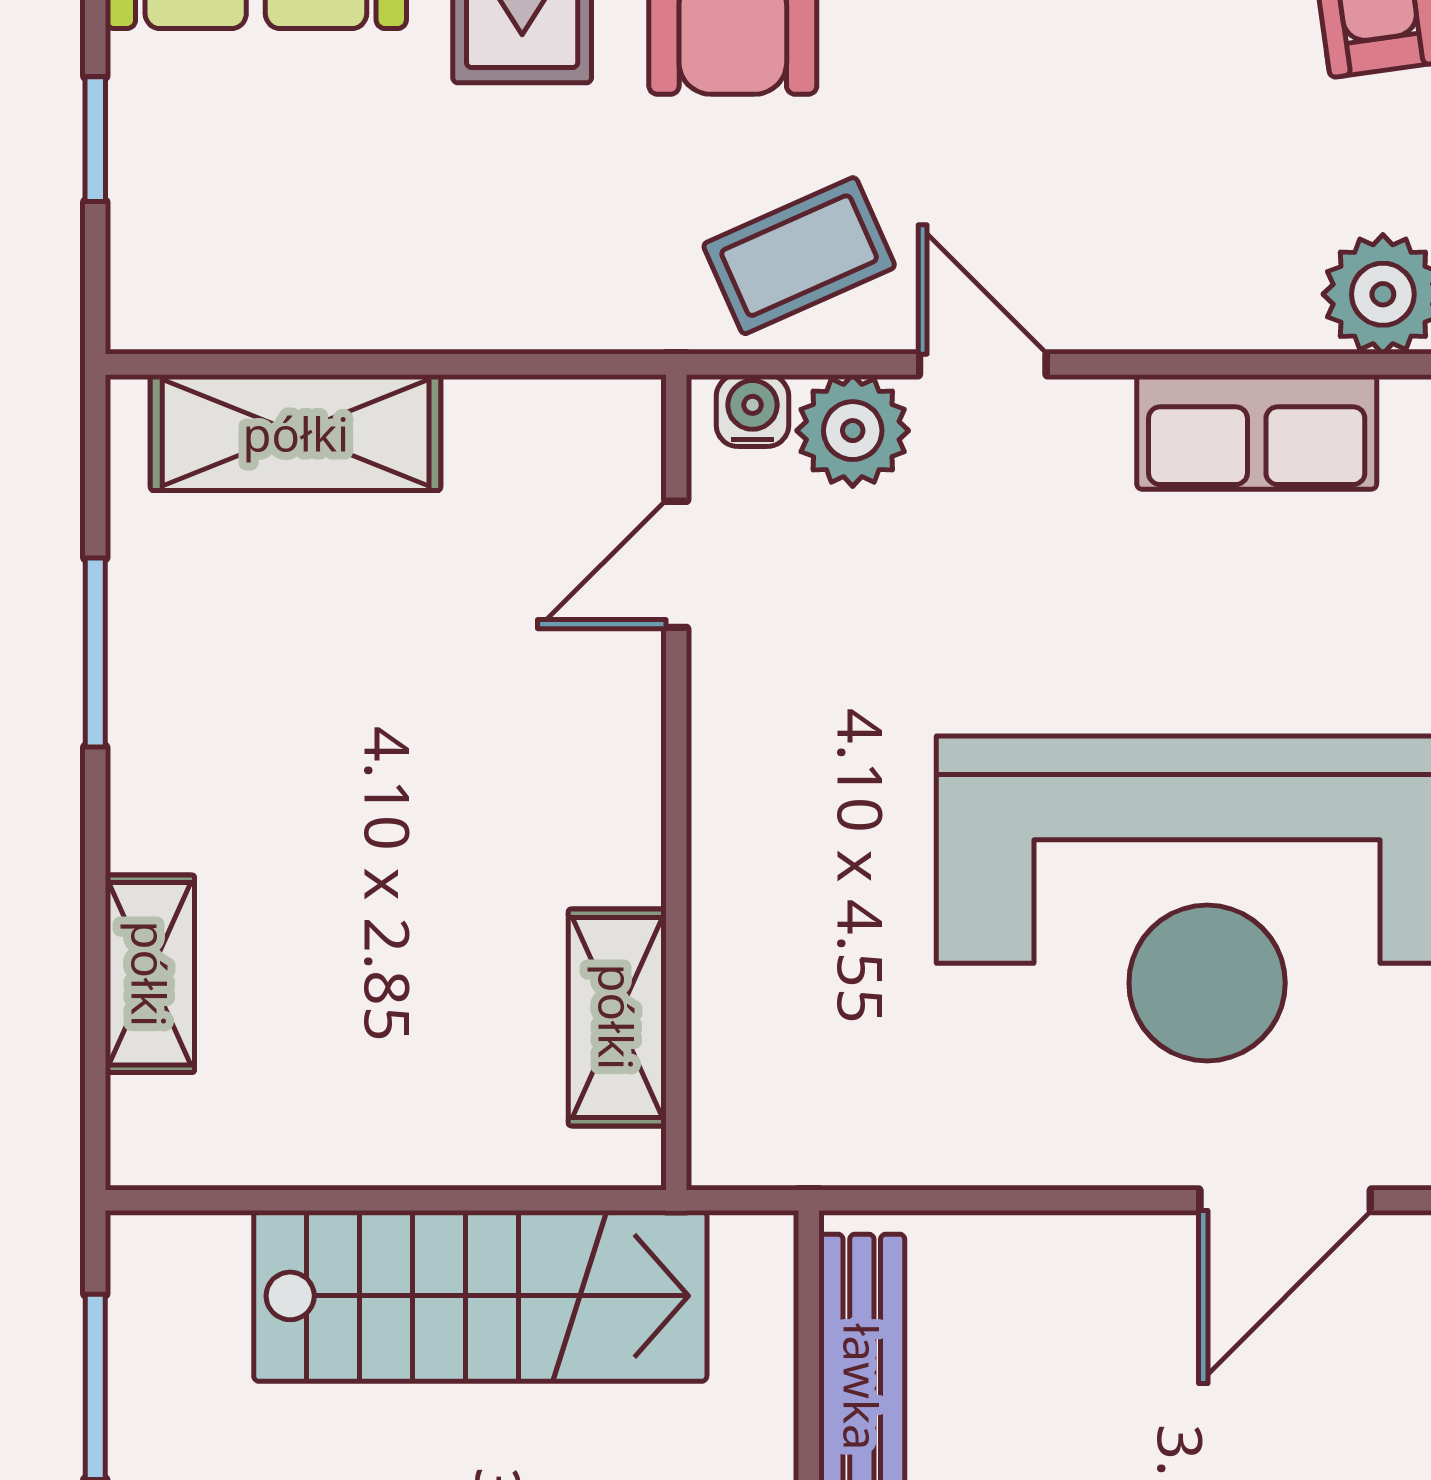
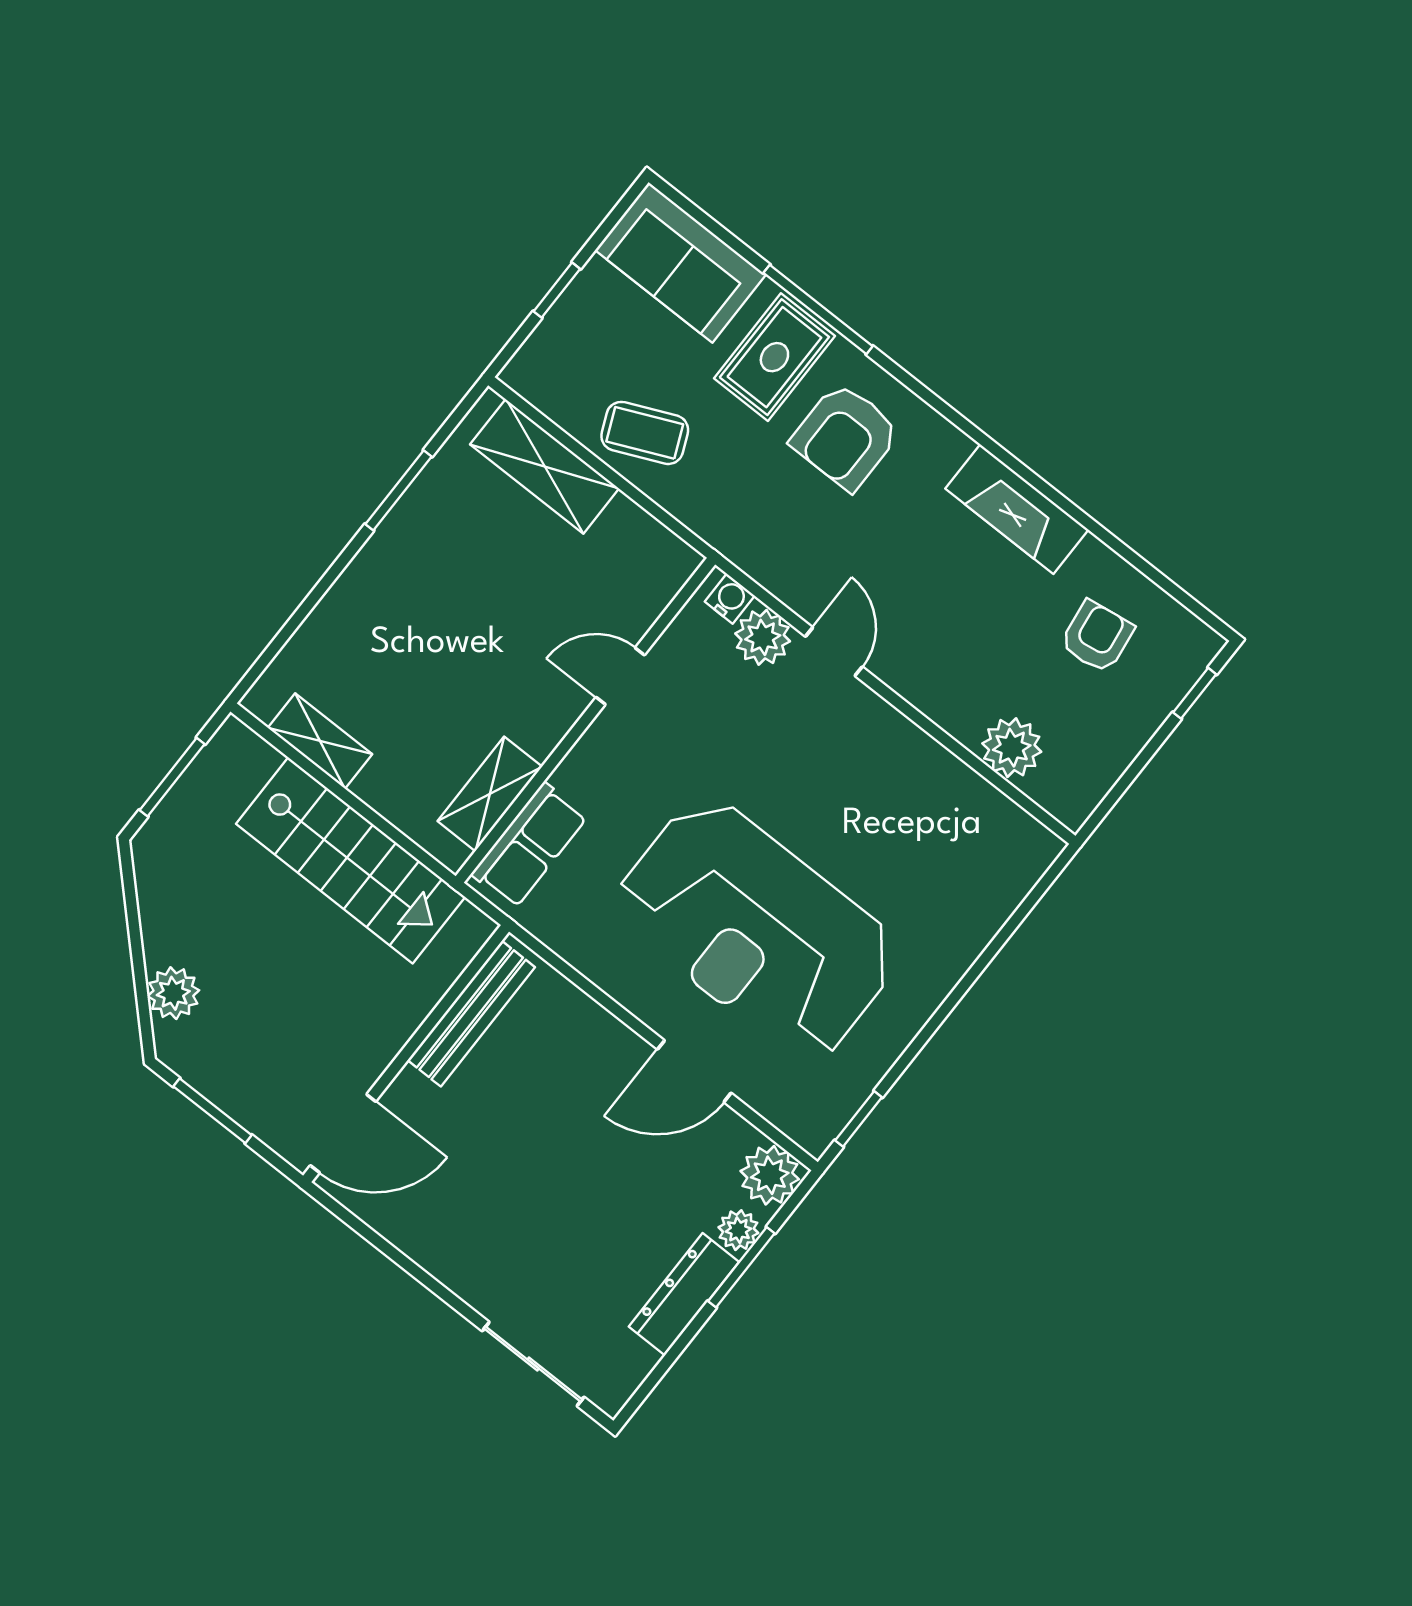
coffee table: (799, 256) -> (645, 433), moved
row of seats: (1257, 432) -> (529, 845), moved, turned -90
door: (676, 564) -> (620, 676), moved
shelving: (150, 974) -> (320, 741), moved, turned 90

